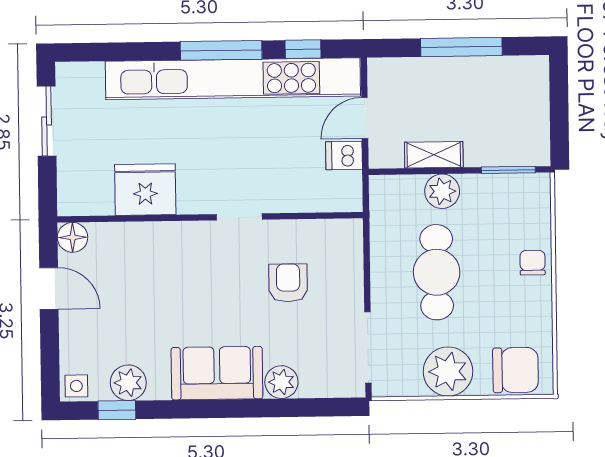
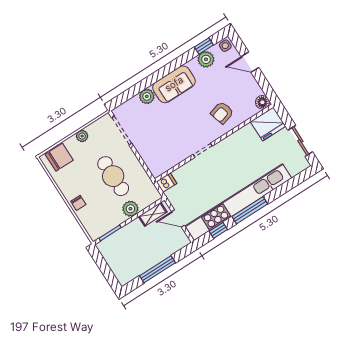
door: (365, 118) -> (178, 219), swing flipped
shelving: (434, 155) -> (153, 214), moved
dishwasher: (344, 156) -> (167, 183), moved
fridge: (145, 190) -> (268, 124), moved
armchair: (288, 283) -> (222, 113), moved, turned 74
door: (49, 288) -> (250, 62), moved
chair: (516, 370) -> (59, 157), turned 180
plant: (448, 371) -> (82, 136), width x0.53, depth x0.53

